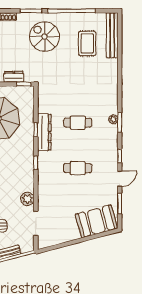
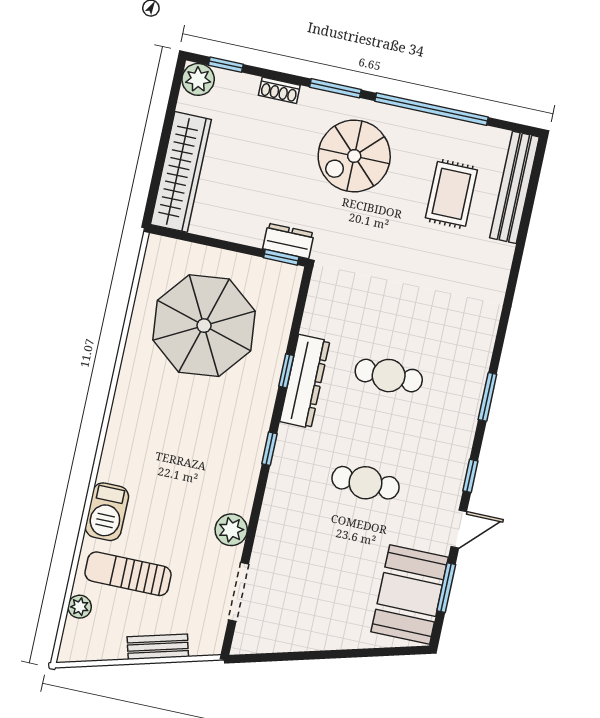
spiral stairs: (44, 37) -> (354, 156), turned -90
dresser: (14, 77) -> (288, 241), moved
plant: (113, 119) -> (474, 386), removed
booth: (96, 221) -> (410, 595), moved, turned -75

